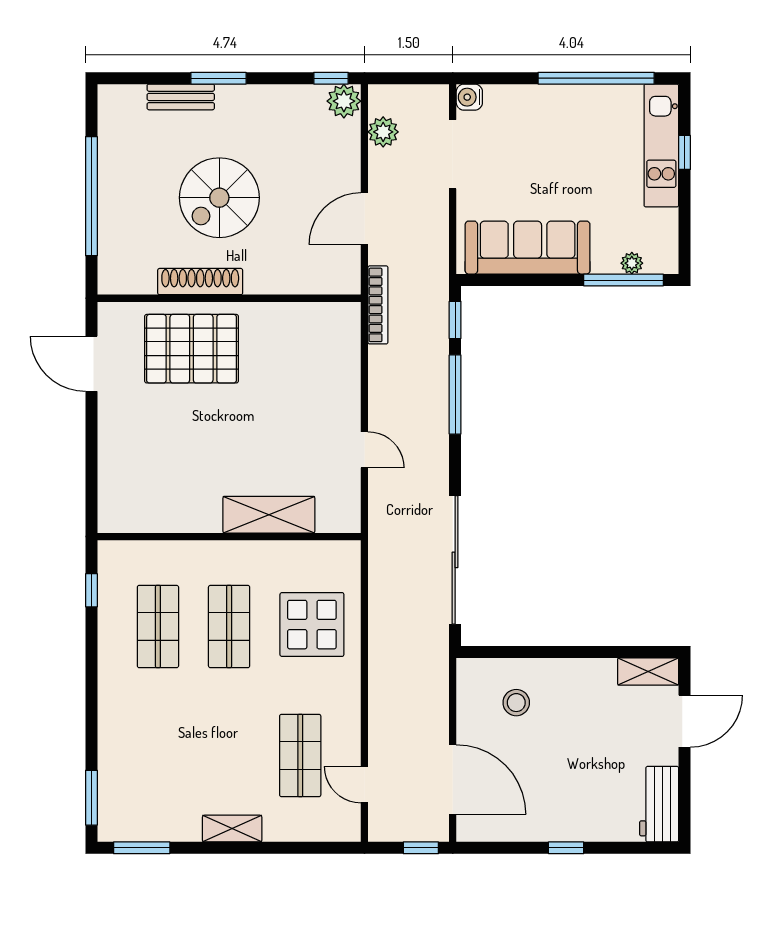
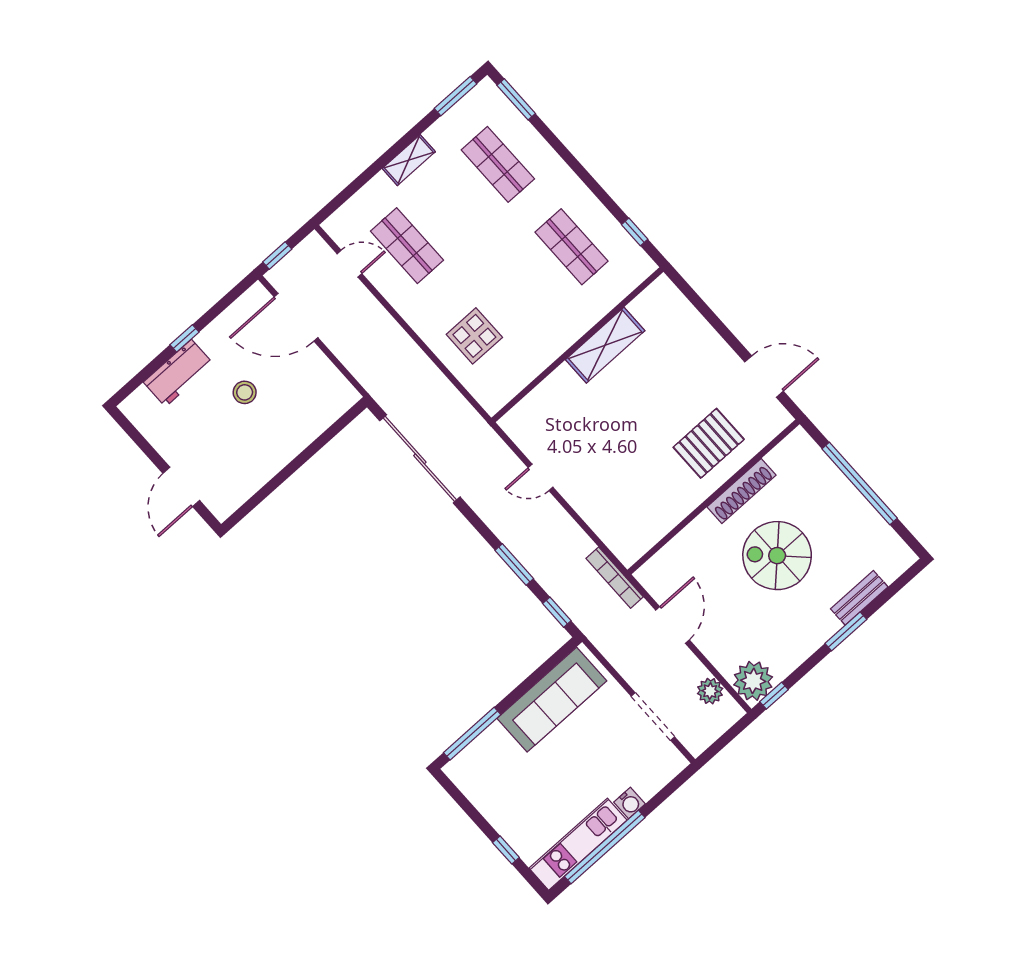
water cooler: (469, 97) -> (630, 803), moved, turned 90
plant: (344, 101) -> (753, 681), width x1.36, depth x1.36
kitchen unit: (661, 146) -> (578, 844), moved, turned -90
spiral stairs: (219, 198) -> (777, 556), turned -90
plant: (632, 263) -> (476, 749), removed
pallet: (192, 349) -> (709, 443), width x0.73, depth x0.71
window: (455, 394) -> (514, 564), width x0.69
shelving: (269, 515) -> (605, 345), moved
display table: (312, 625) -> (474, 336), width x0.73, depth x0.73
shop shelf: (229, 627) -> (498, 164), moved
shelving: (648, 672) -> (233, 498), removed
stool: (516, 703) -> (245, 392), moved
workbench: (659, 804) -> (178, 373), moved, turned 90

